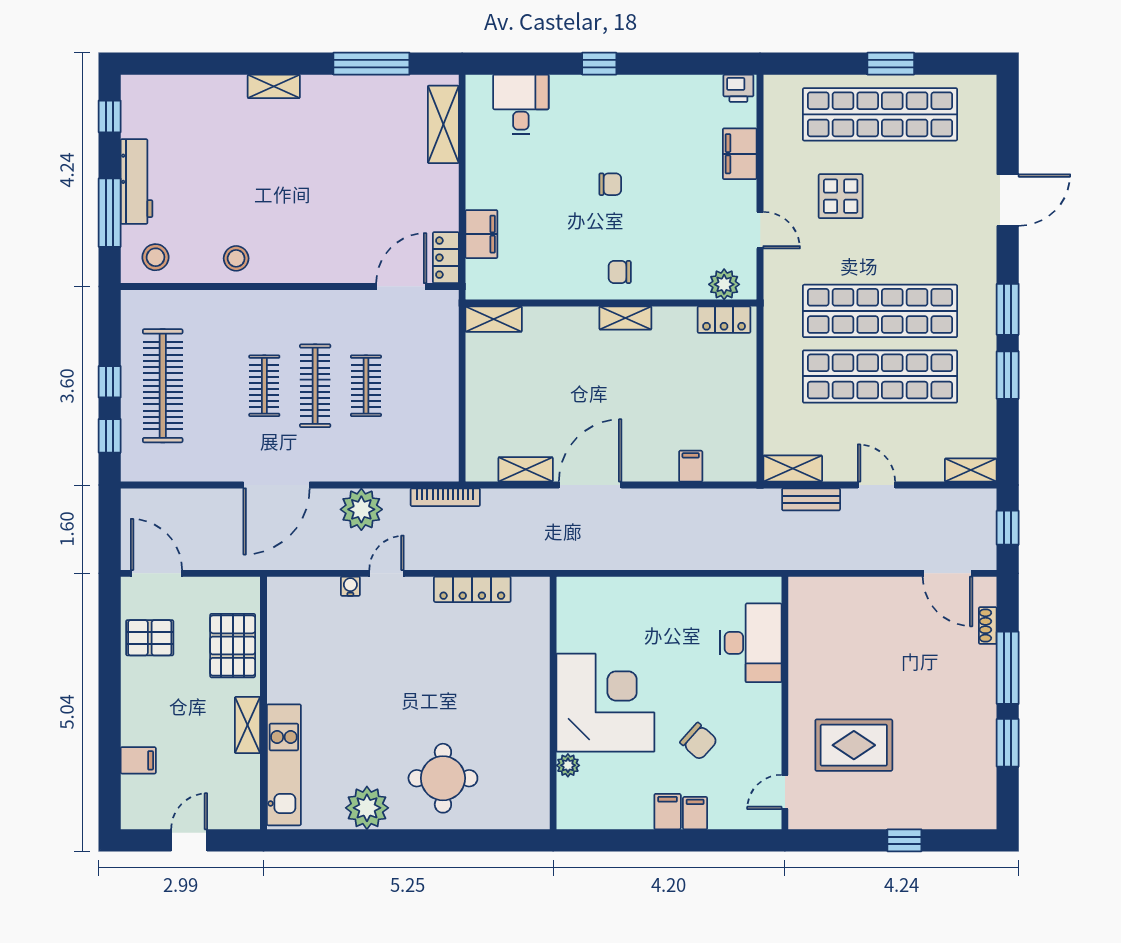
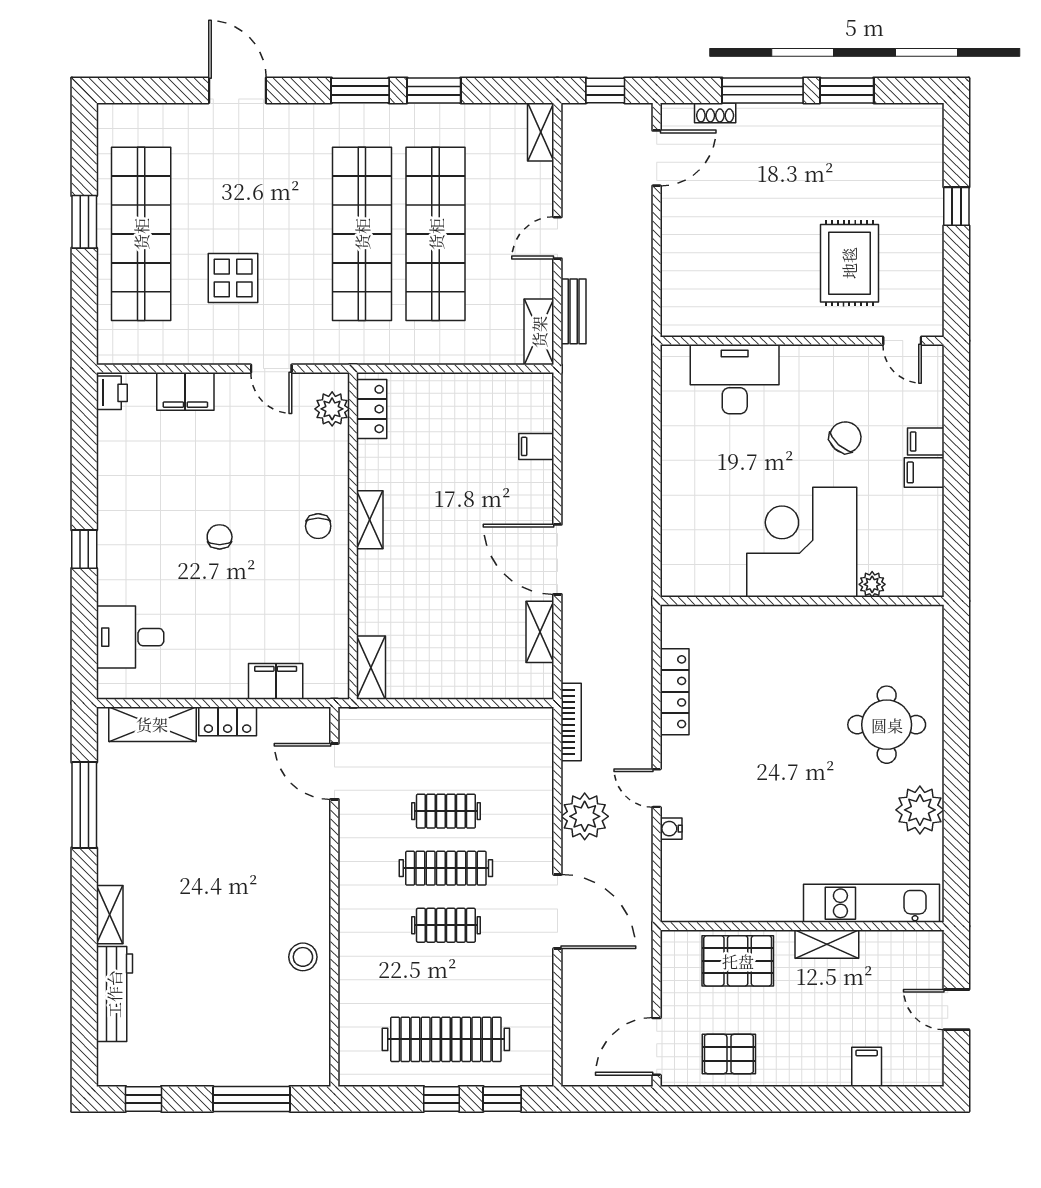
workbench: (137, 182) -> (114, 994), moved, turned 90
door: (760, 230) -> (271, 369), swing flipped
stool: (155, 257) -> (302, 1047), removed
locker: (446, 258) -> (228, 721), moved
pallet: (150, 638) -> (729, 1054), turned 90

